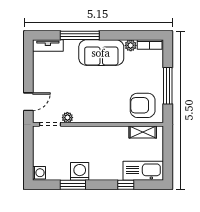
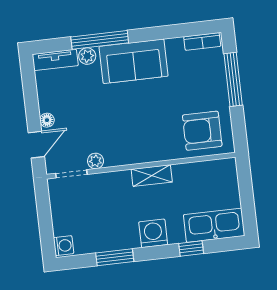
plant: (131, 45) -> (87, 56), moved
floor lamp: (38, 86) -> (47, 120), added
window: (168, 86) -> (233, 79), moved
shelving: (143, 132) -> (152, 176), moved
washing machine: (80, 171) -> (153, 233), moved

